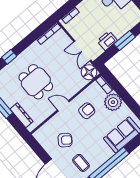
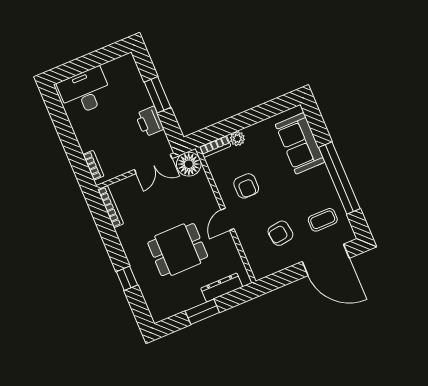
plant: (113, 102) -> (237, 139), width x0.53, depth x0.53
armchair: (87, 111) -> (246, 186), turned 180
armchair: (65, 140) -> (280, 233), turned -134

